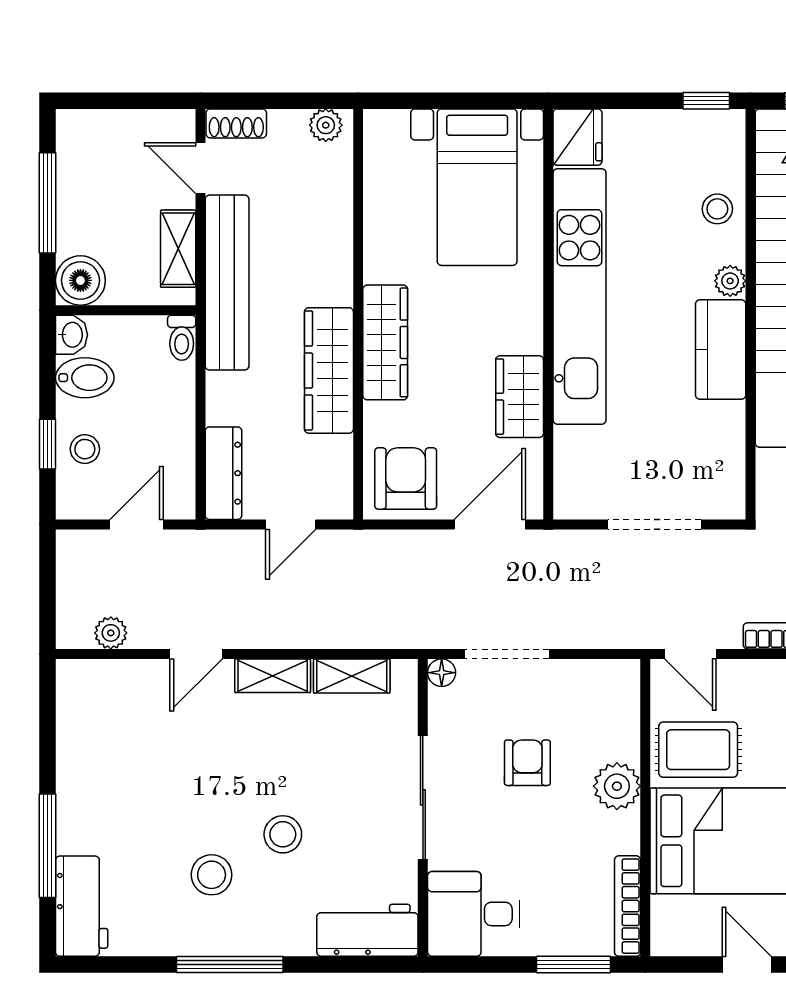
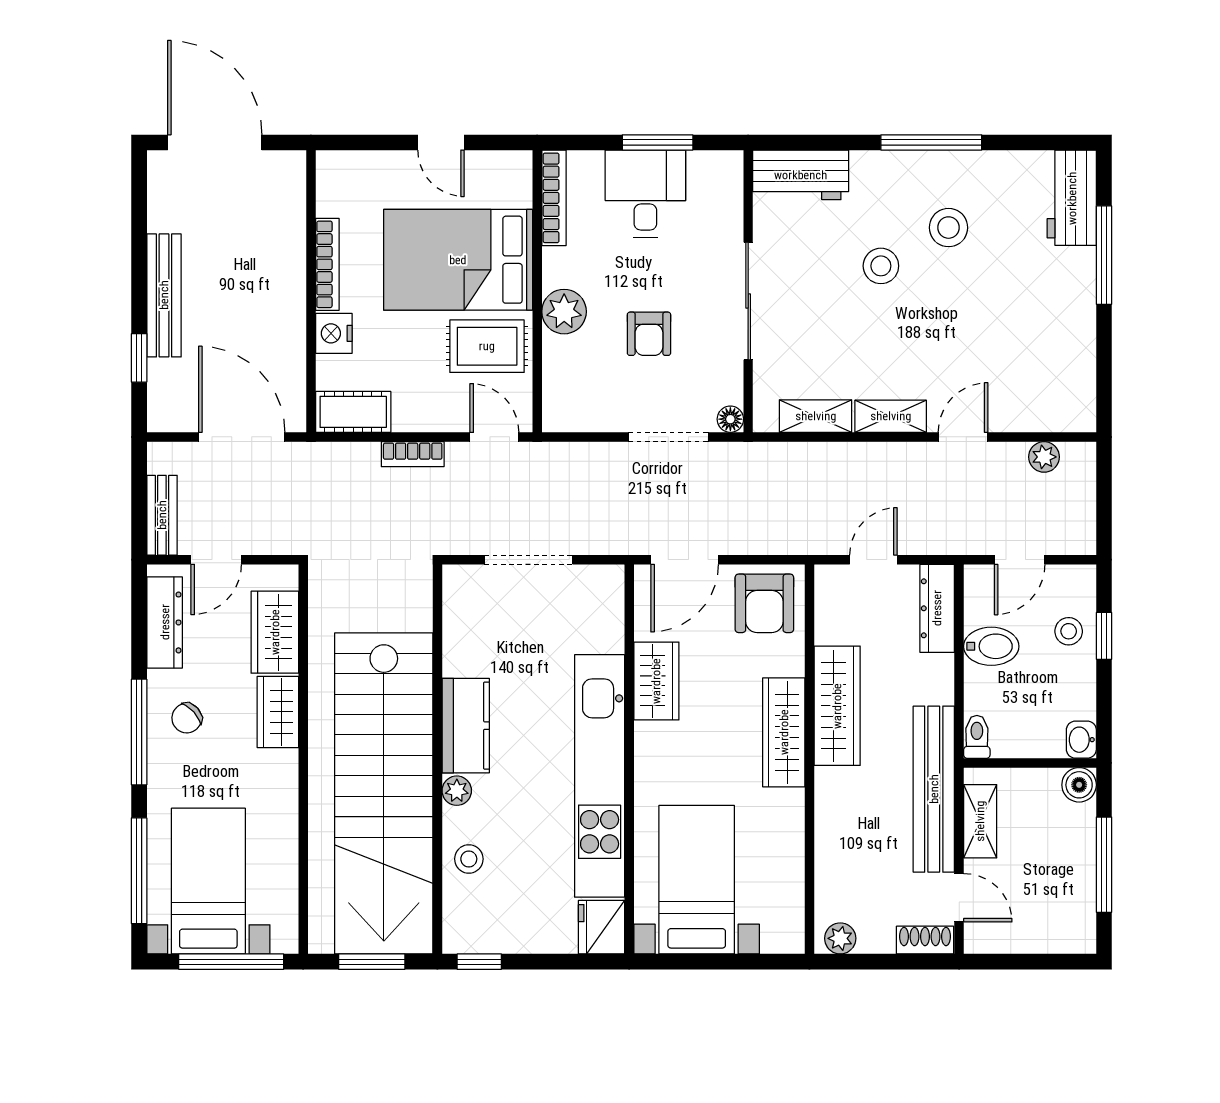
boiler: (80, 280) -> (1079, 785), width x0.73, depth x0.73
bidet: (85, 378) -> (991, 646), moved, turned 180
desk: (474, 914) -> (645, 194), moved, turned -90
window: (574, 964) -> (658, 142), moved

